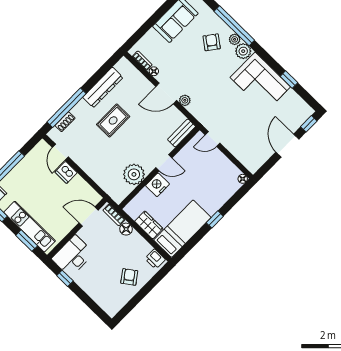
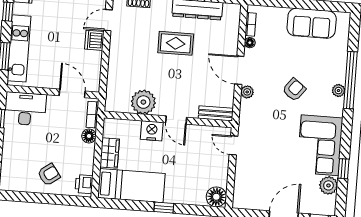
armchair: (212, 42) -> (294, 90), moved
plant: (243, 51) -> (328, 185), moved
floor lamp: (243, 179) -> (216, 197), width x1.89, depth x1.89

